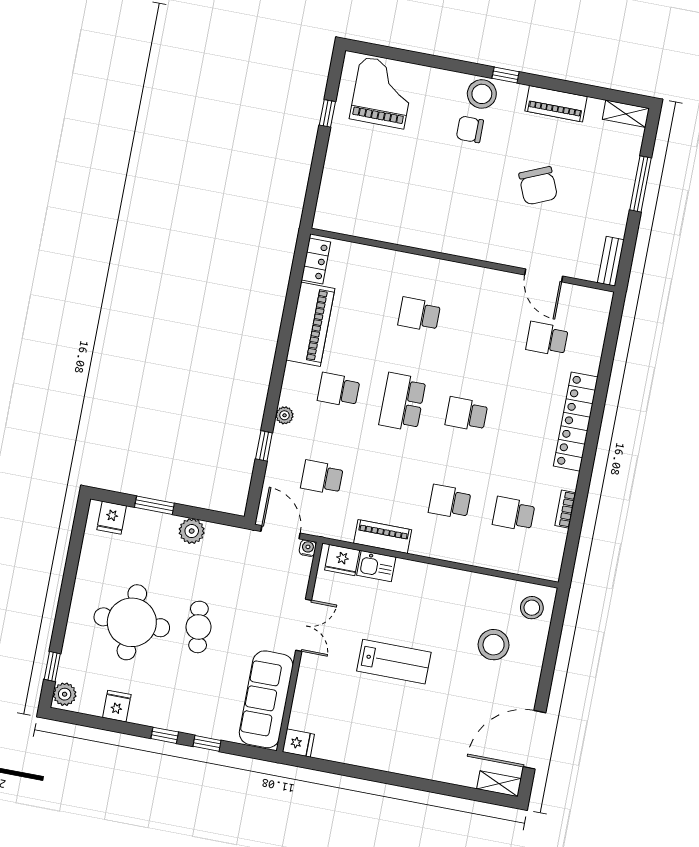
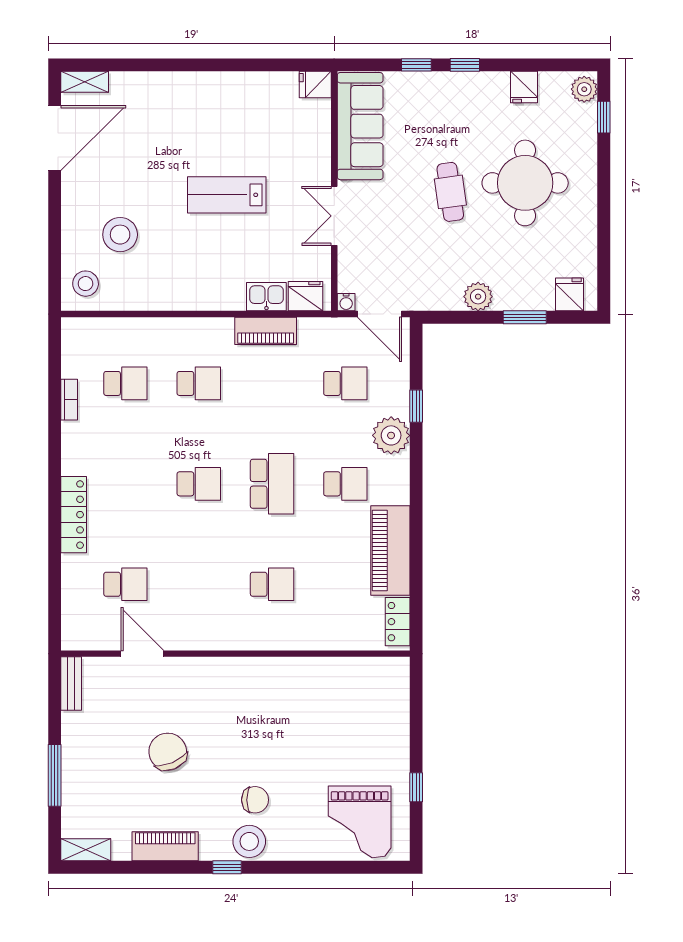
plant: (285, 415) -> (391, 435), width x1.88, depth x1.88
locker: (576, 422) -> (74, 515), width x0.71, depth x0.83

